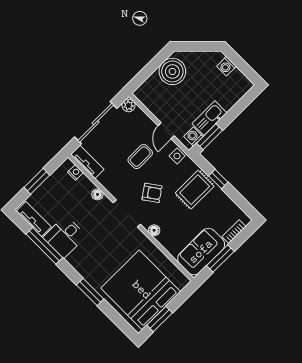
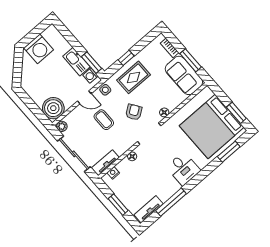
washing machine: (226, 66) -> (39, 49), width x1.89, depth x1.89
boiler: (172, 71) -> (53, 108), moved
rug: (195, 190) -> (133, 77), turned 90
desk: (65, 237) -> (183, 169), moved
window: (90, 292) -> (229, 152), moved

